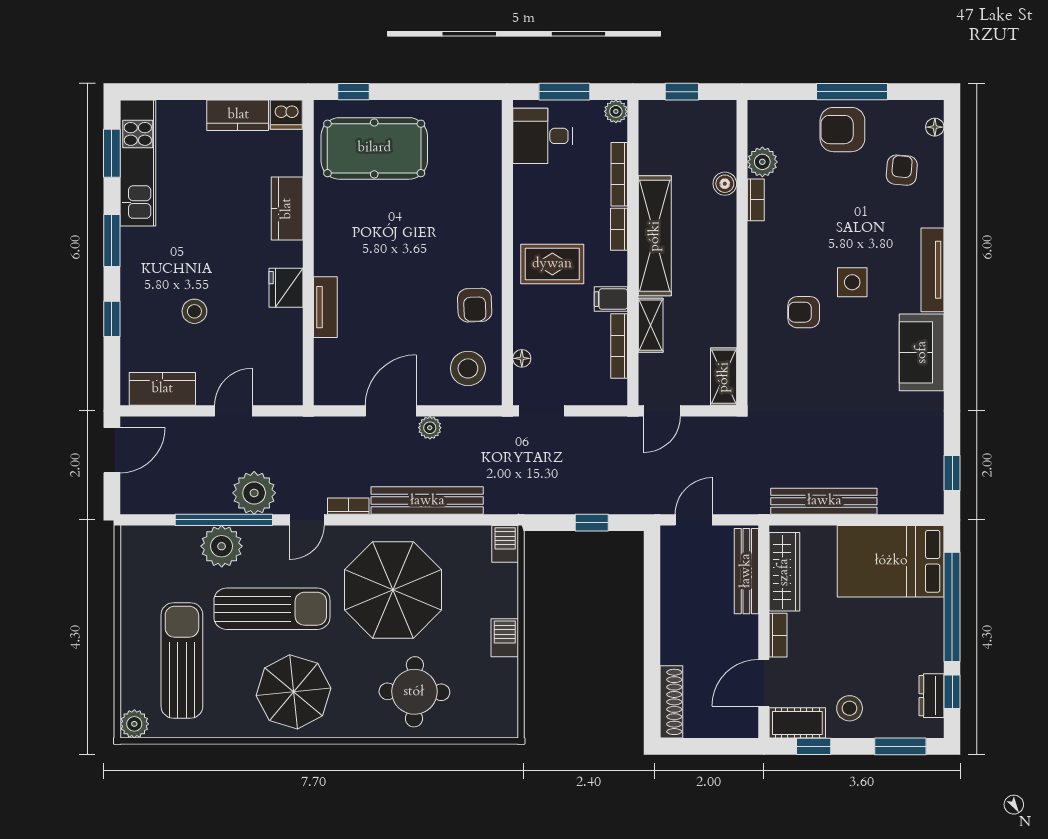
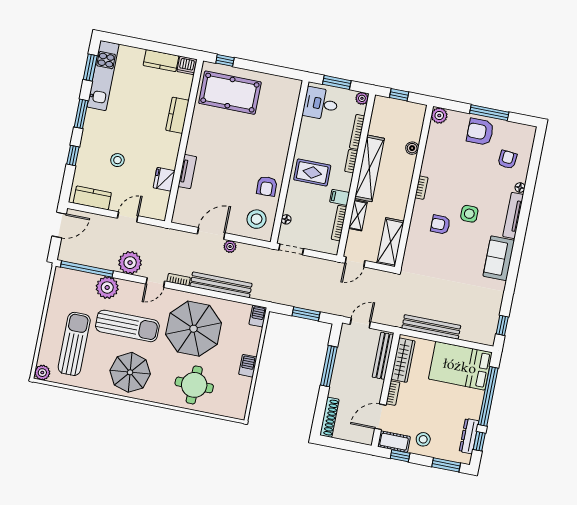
floor lamp: (935, 127) -> (520, 188), moved
plant: (762, 162) -> (439, 115), moved
bookcase: (756, 200) -> (421, 188), moved
fridge: (286, 288) -> (164, 179), moved
shelving: (724, 377) -> (390, 242), width x1.50, depth x1.33
window: (224, 520) -> (87, 269), moved
window: (592, 523) -> (306, 314), width x1.50
window: (652, 609) -> (329, 366), added
dresser: (931, 696) -> (469, 436), width x1.44

